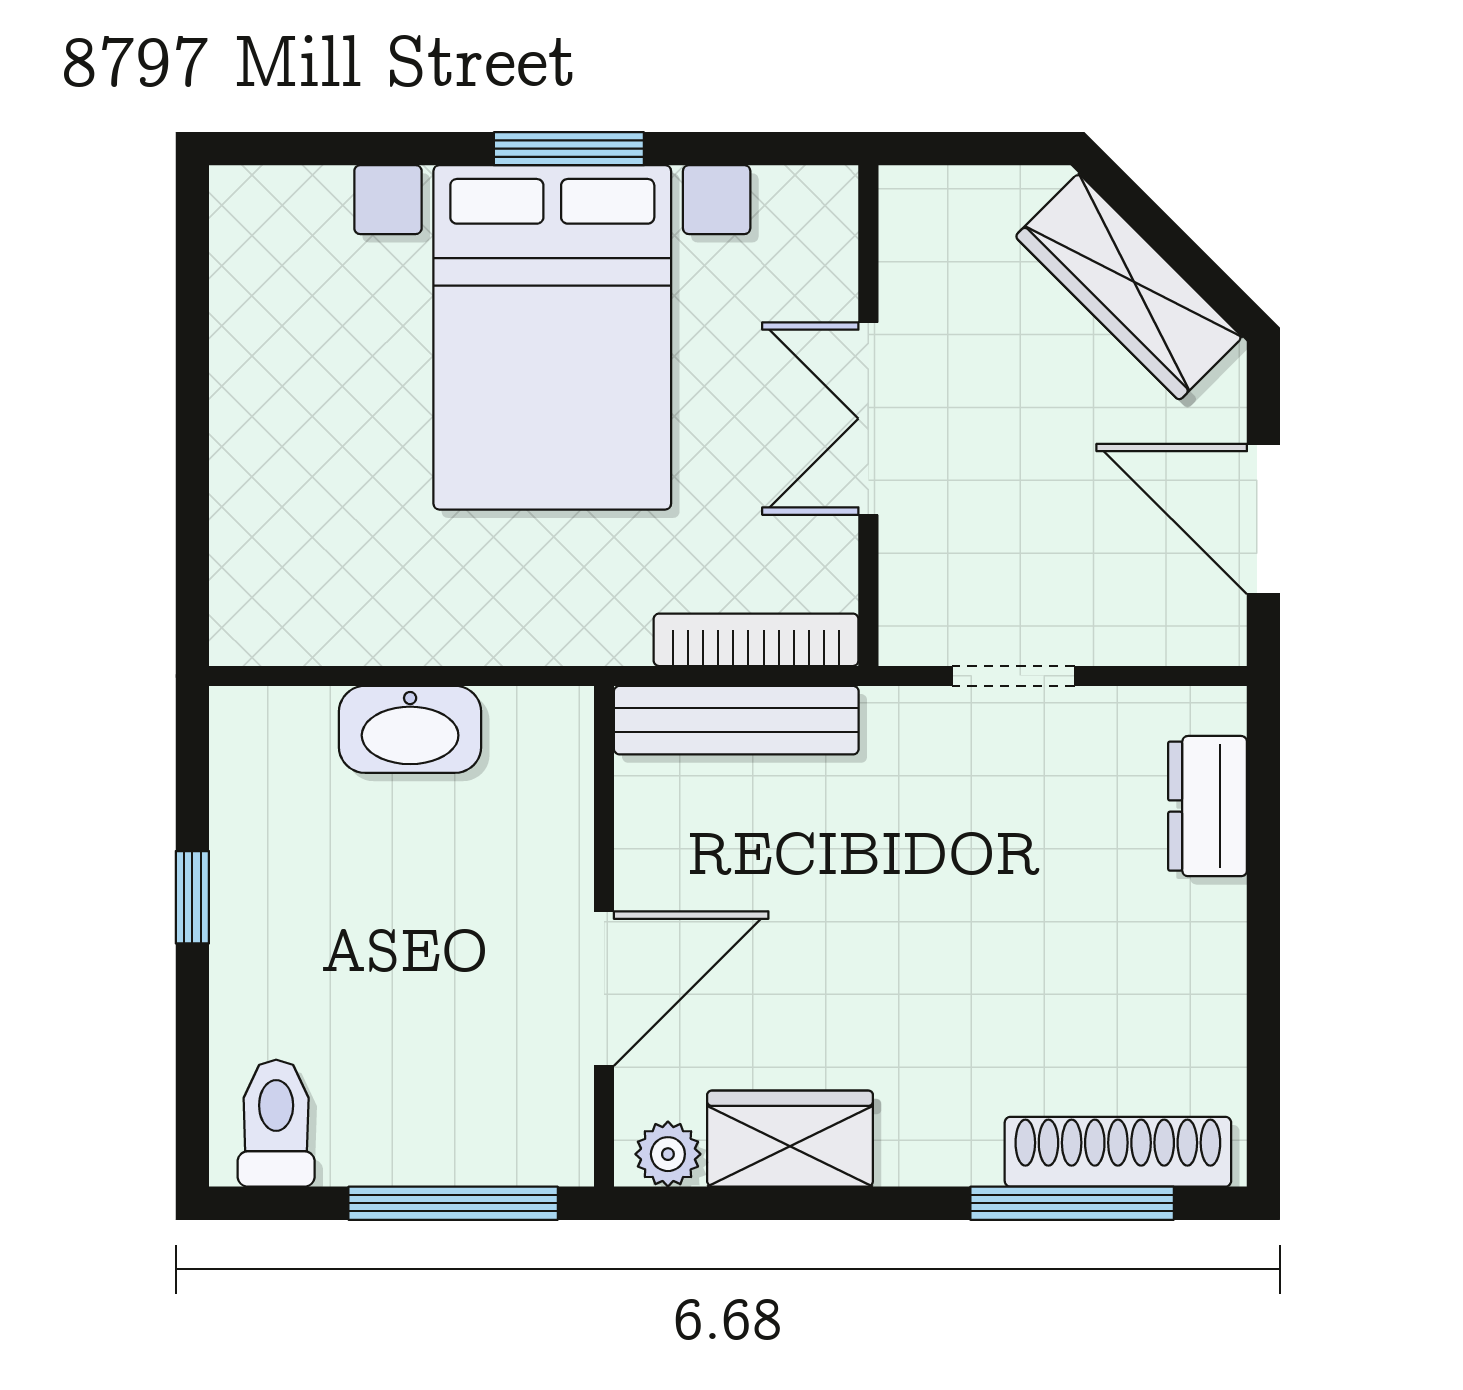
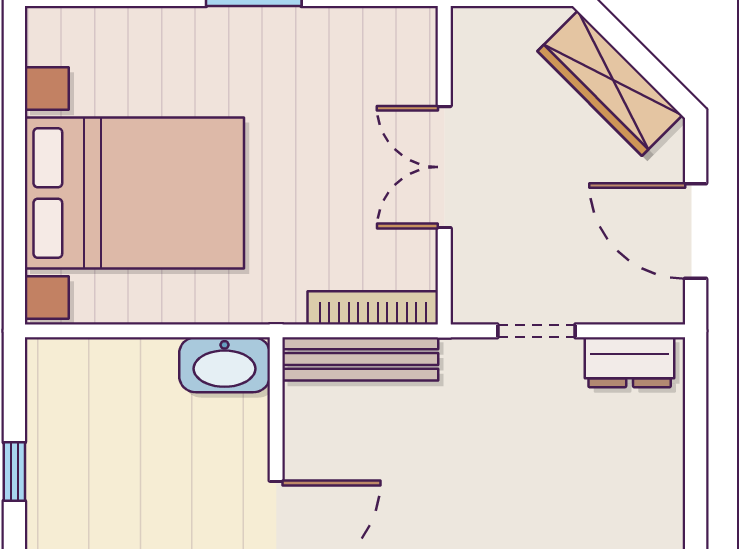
bed with nightstands: (552, 337) -> (134, 193), moved, turned -90
washbasin: (410, 729) -> (225, 365), moved
dresser: (1207, 806) -> (630, 362), moved, turned -90

